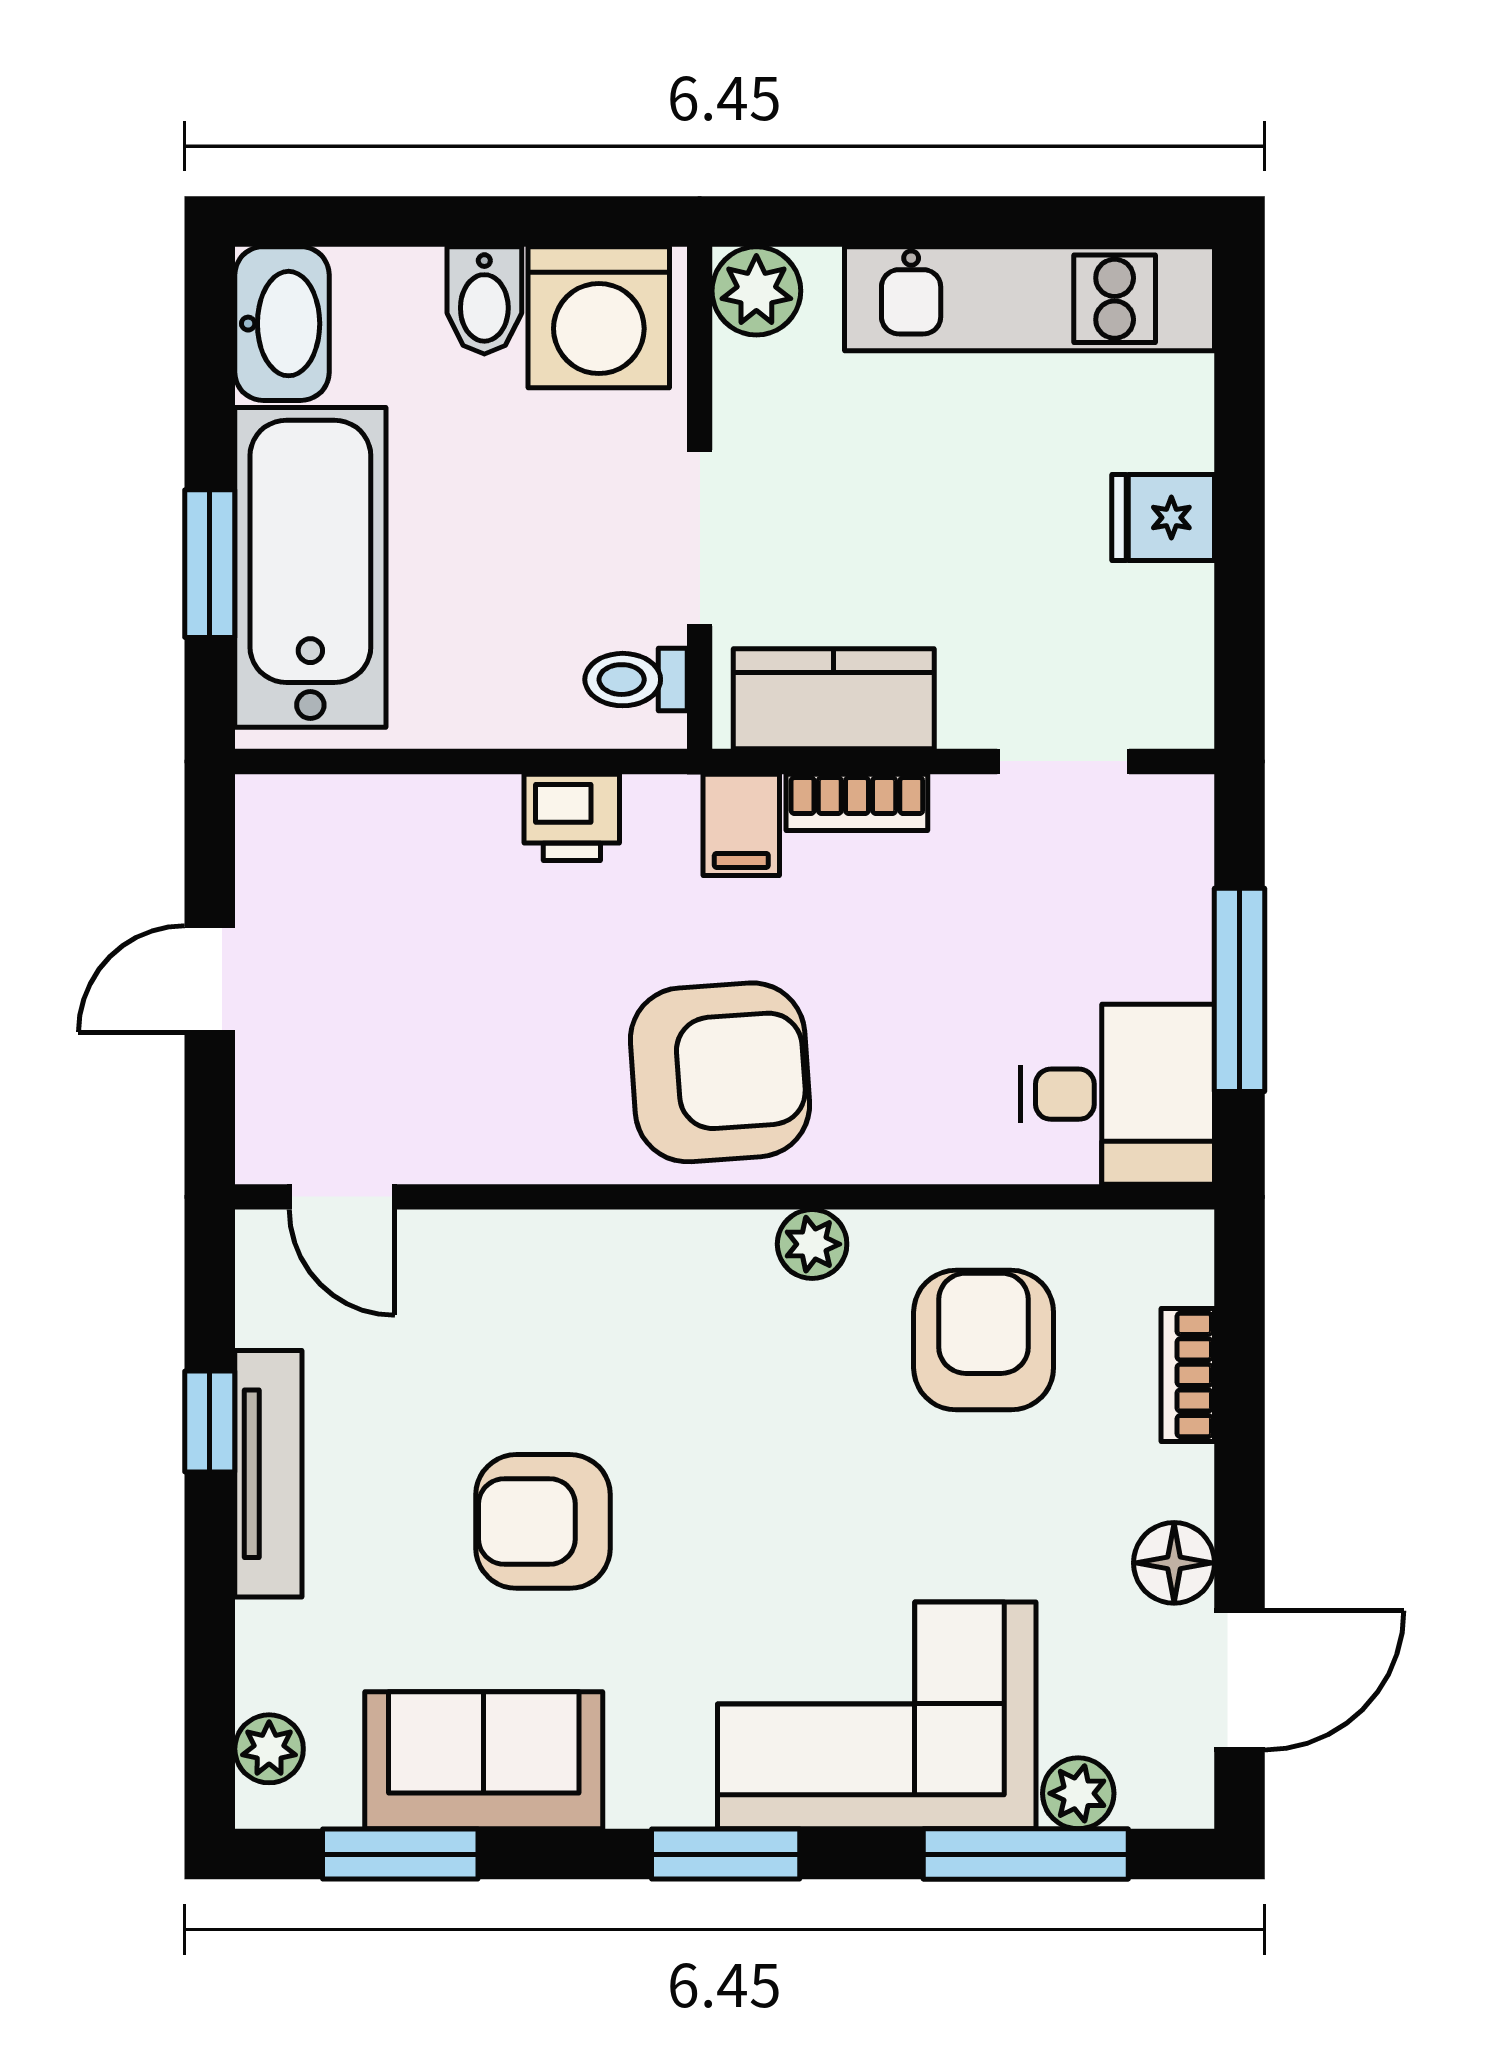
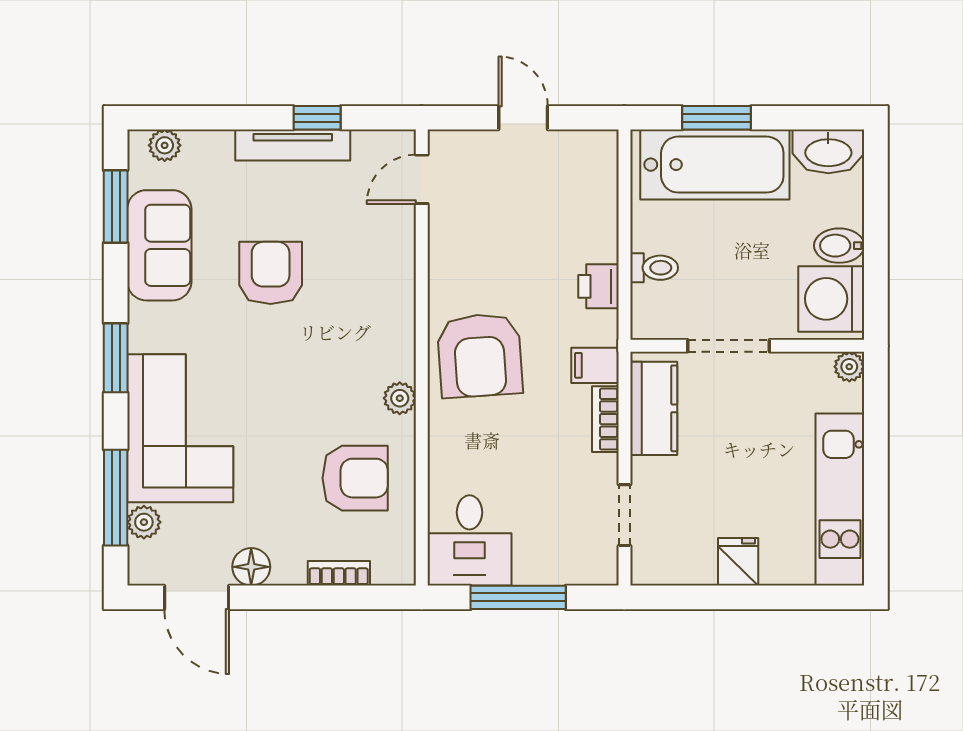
plant: (756, 291) -> (849, 367), width x0.73, depth x0.73
toilet: (636, 680) -> (654, 268), moved, turned 90

